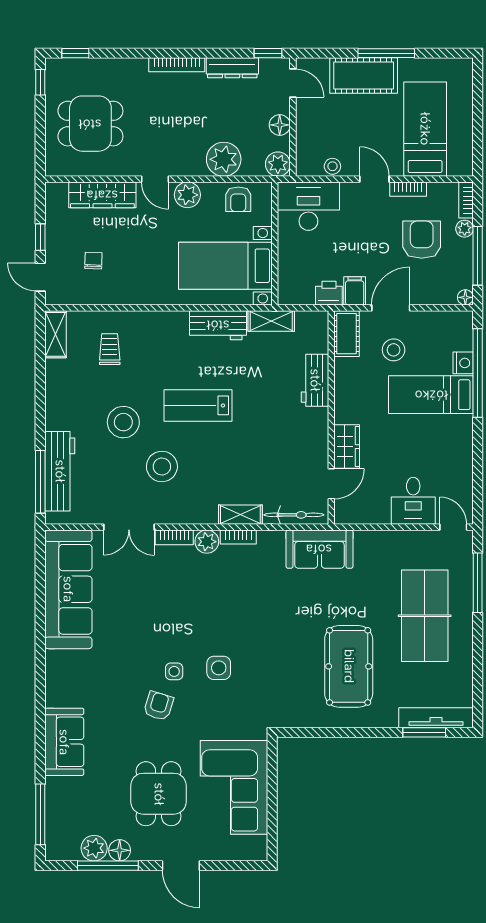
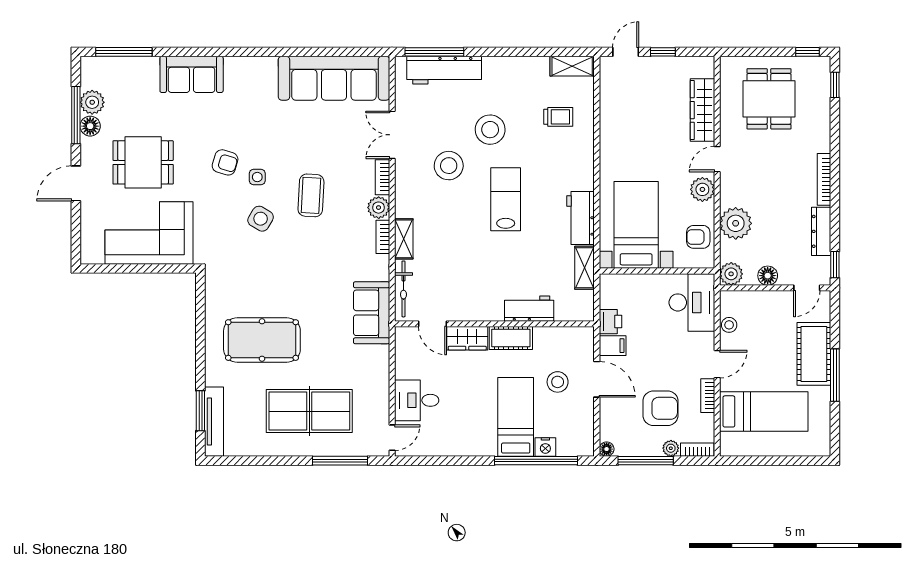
chair: (93, 261) -> (641, 102), removed
cot: (347, 334) -> (511, 338), moved
coffee table: (194, 614) -> (311, 195), added
side table: (219, 668) -> (261, 219), turned 30

